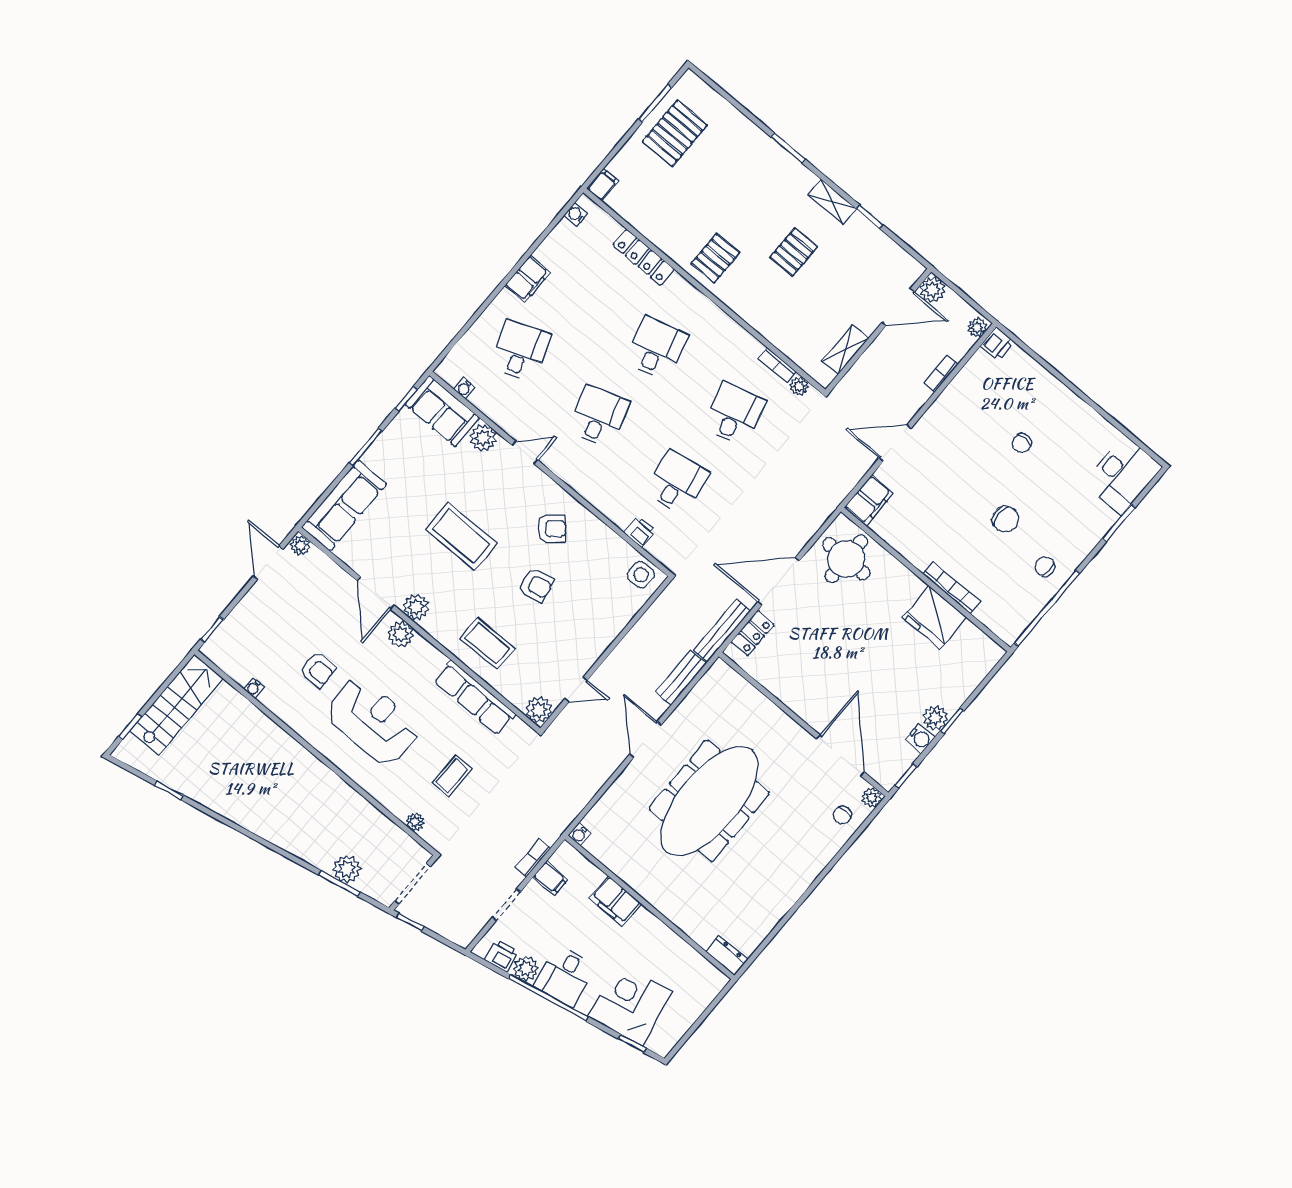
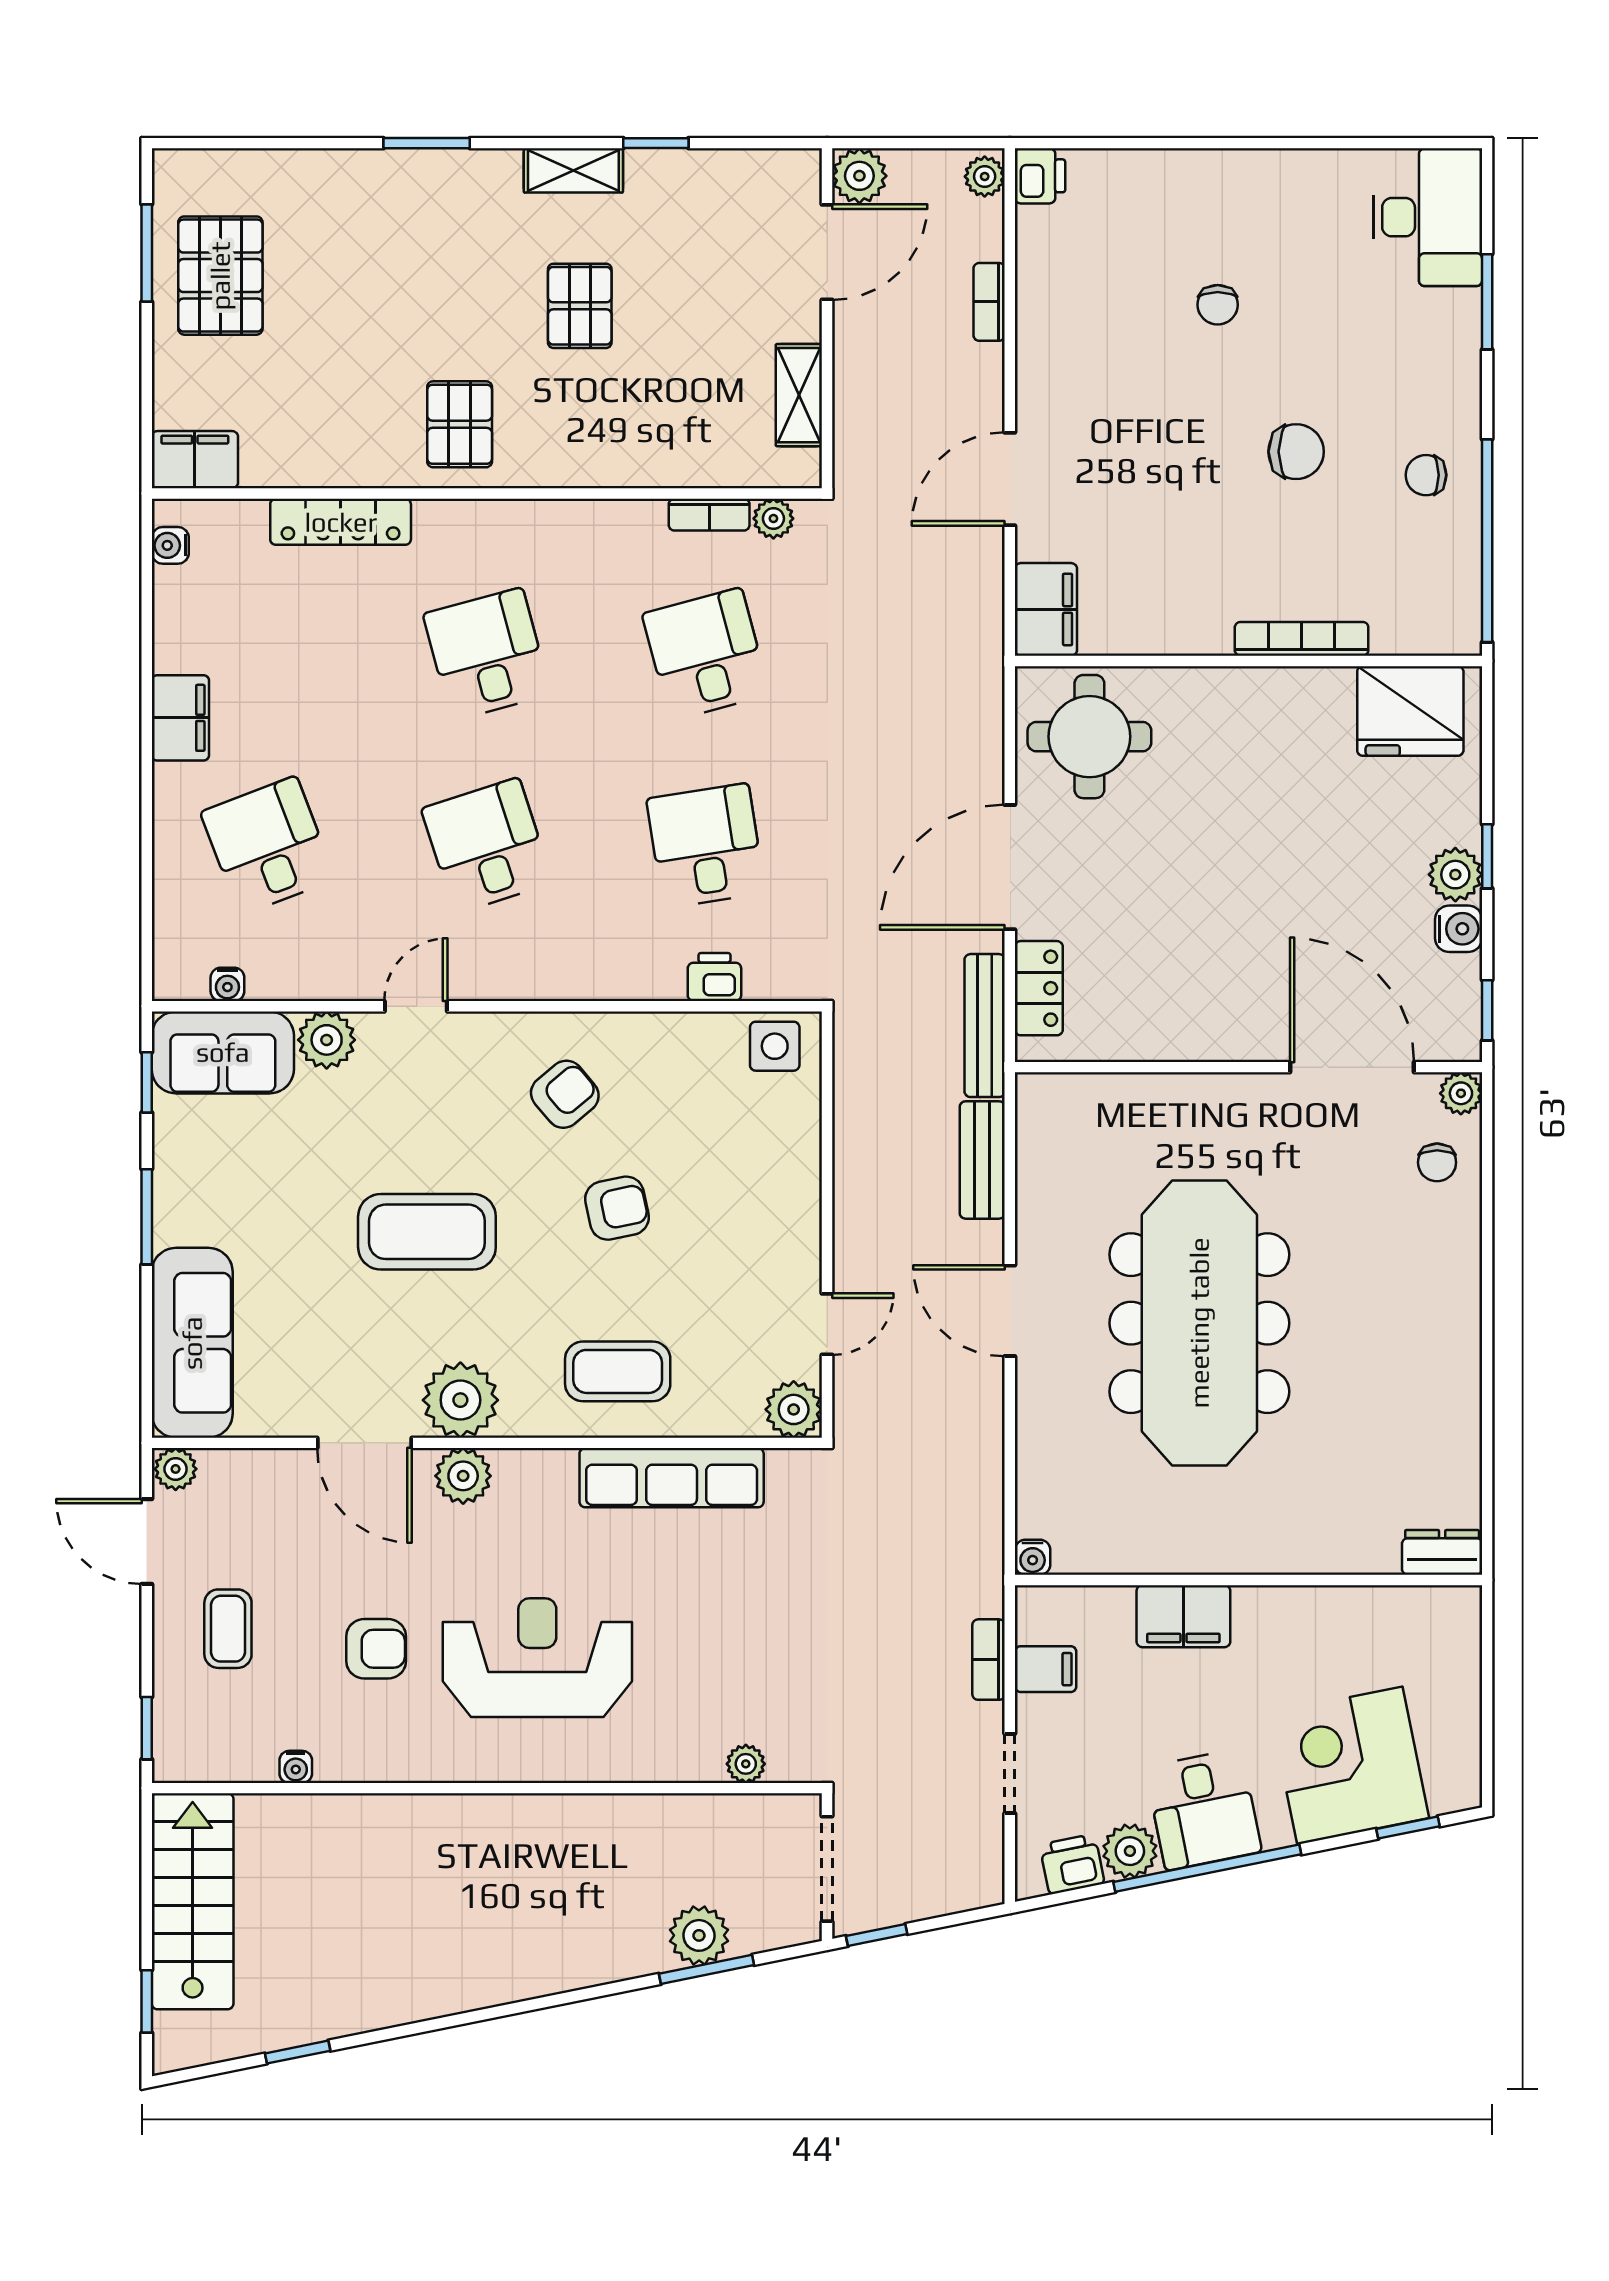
filing cabinet: (603, 185) -> (195, 460), width x2.00
plant: (416, 607) -> (460, 1400), width x1.36, depth x1.36
fridge: (934, 617) -> (1410, 711), moved
coffee table: (452, 776) -> (228, 1629), moved

